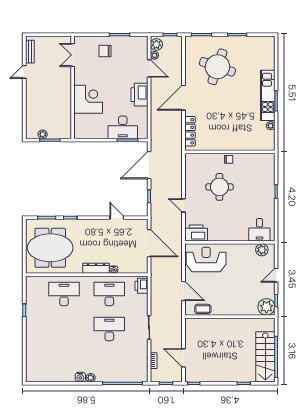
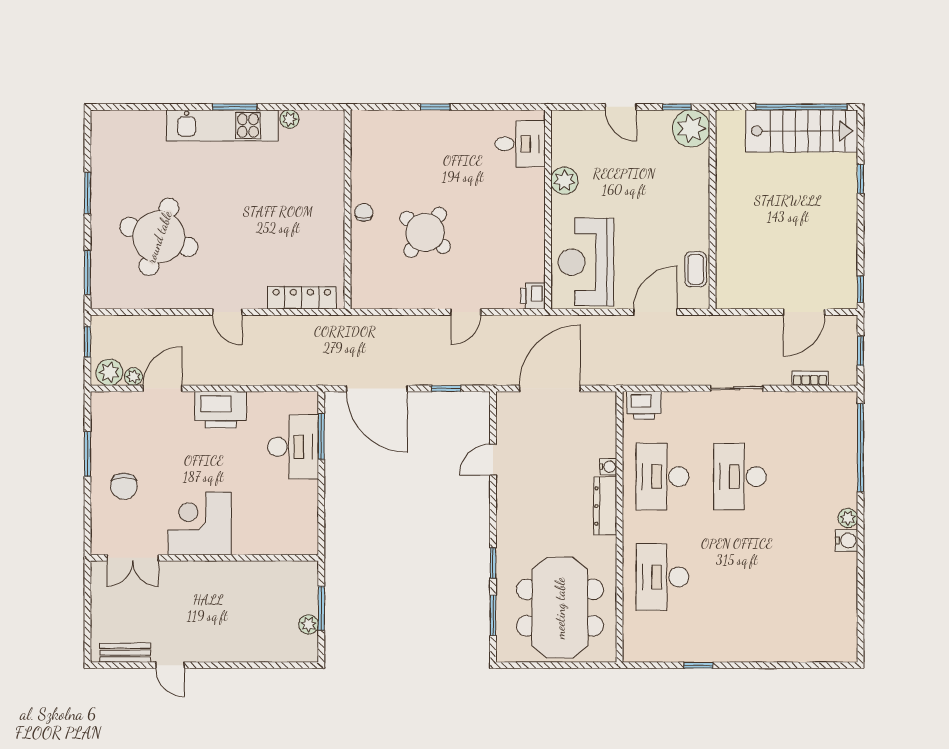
door: (184, 98) -> (227, 312), width x0.53
corner desk: (88, 99) -> (200, 523), moved
round table: (219, 187) -> (425, 232), turned 38
printer: (196, 233) -> (533, 296), width x0.53, depth x0.68
plant: (262, 250) -> (564, 181), moved

